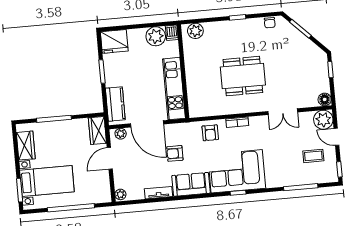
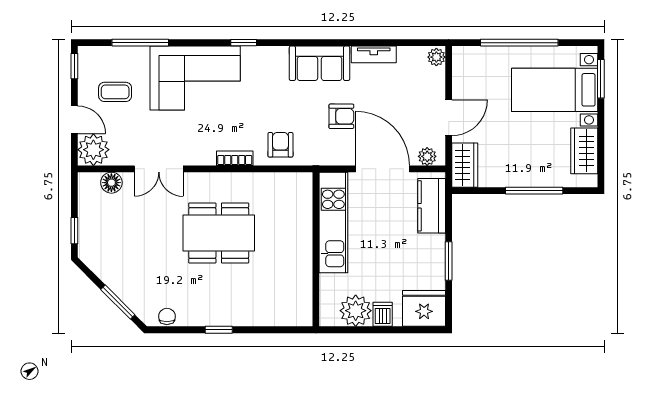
plant: (195, 31) -> (290, 314), removed
dishwasher: (172, 33) -> (383, 314), moved
floor lamp: (325, 99) -> (111, 183), moved
double door: (283, 112) -> (159, 169), swing flipped
corner sofa: (237, 171) -> (195, 78), moved

